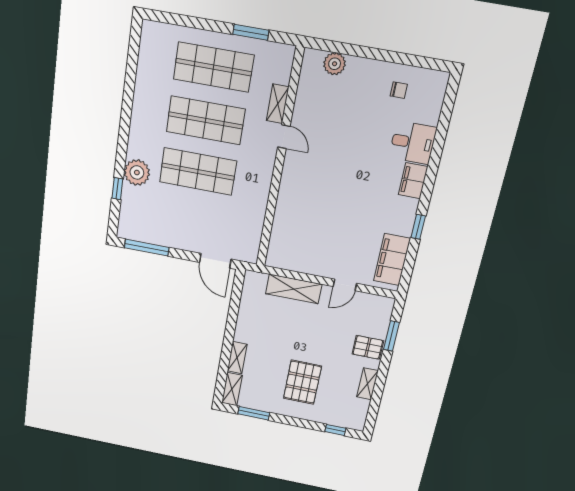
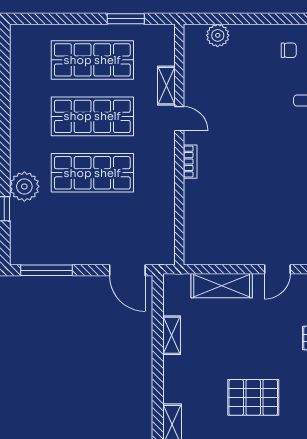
bookcase: (286, 178) -> (190, 162), added
shelving: (237, 358) -> (172, 335), moved
pallet: (302, 382) -> (253, 397), turned 90

